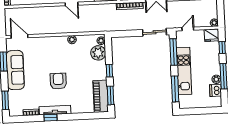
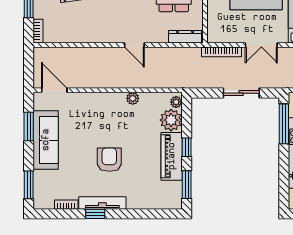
sliding door: (155, 32) -> (241, 93), moved
window: (175, 89) -> (284, 179), removed
piano: (101, 96) -> (172, 156), moved

